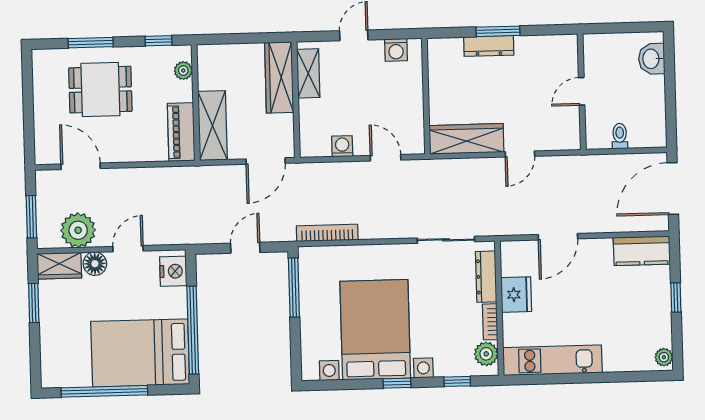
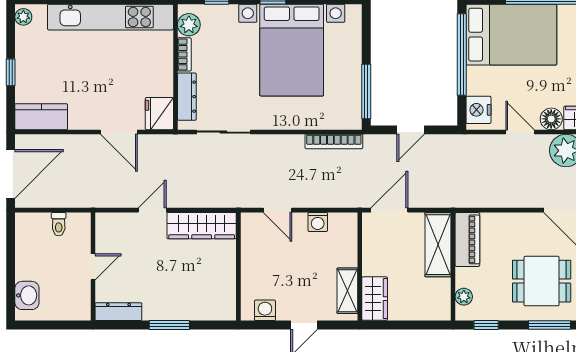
dresser: (489, 46) -> (118, 312), moved
wardrobe: (279, 77) -> (375, 299), width x0.67
door: (558, 237) -> (119, 132), swing flipped
door: (128, 249) -> (520, 132), swing flipped
fridge: (516, 295) -> (159, 114), moved
kitchen unit: (552, 360) -> (110, 17), width x1.36

